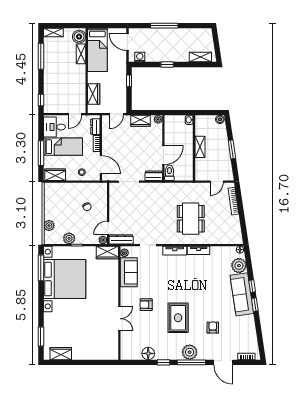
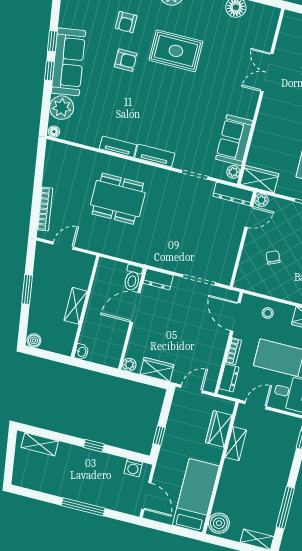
shelving: (81, 54) -> (236, 444), moved
dining table: (191, 219) -> (118, 199), turned 90
armchair: (146, 305) -> (126, 60), moved
rug: (178, 318) -> (176, 51), turned 90

